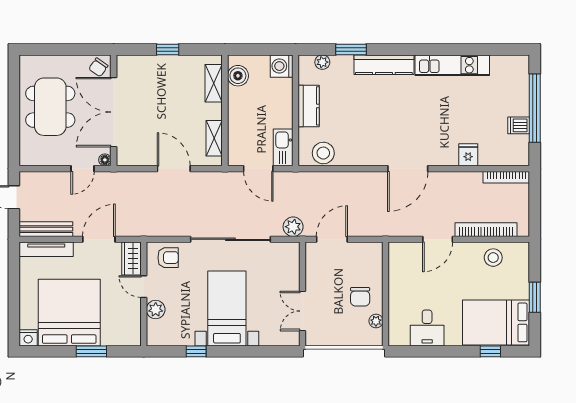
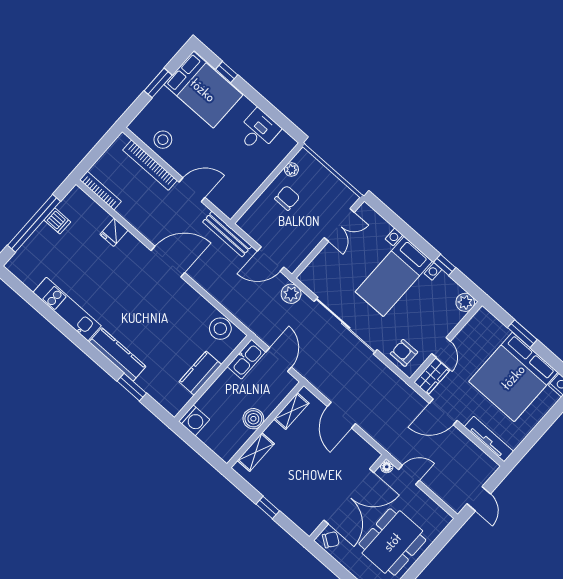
plant: (322, 62) -> (161, 397), removed
boiler: (238, 76) -> (253, 419), moved
bench: (46, 229) -> (227, 234), moved
plant: (156, 310) -> (465, 302), moved

